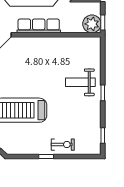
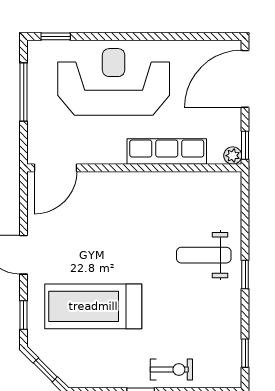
plant: (92, 24) -> (233, 156), width x0.53, depth x0.53
row of seats: (39, 26) -> (167, 152), moved

